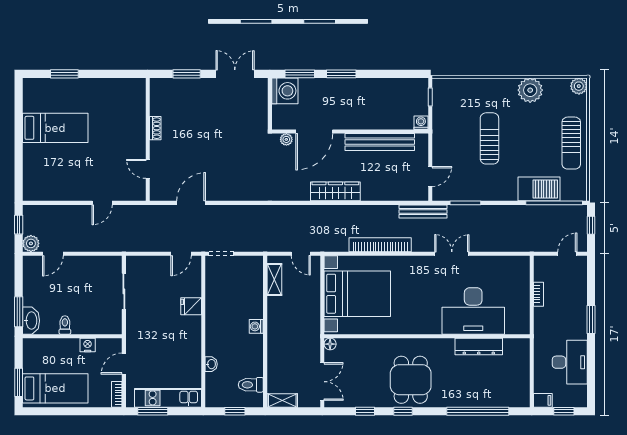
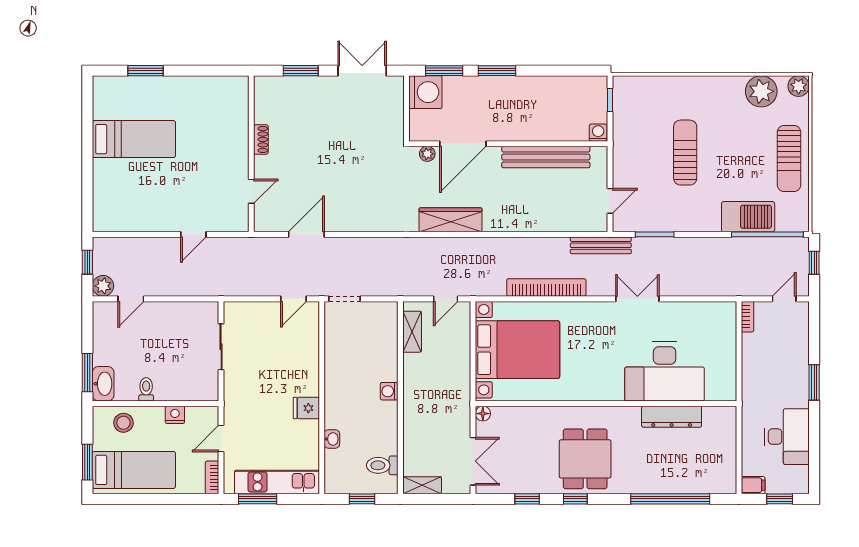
plant: (530, 90) -> (761, 91), moved
door: (148, 169) -> (251, 191), swing flipped
wardrobe: (335, 191) -> (451, 220), moved
door: (301, 254) -> (446, 299), hinge flipped
bookcase: (539, 294) -> (747, 317), moved
fridge: (191, 306) -> (306, 408), moved
stool: (47, 351) -> (123, 423), added

